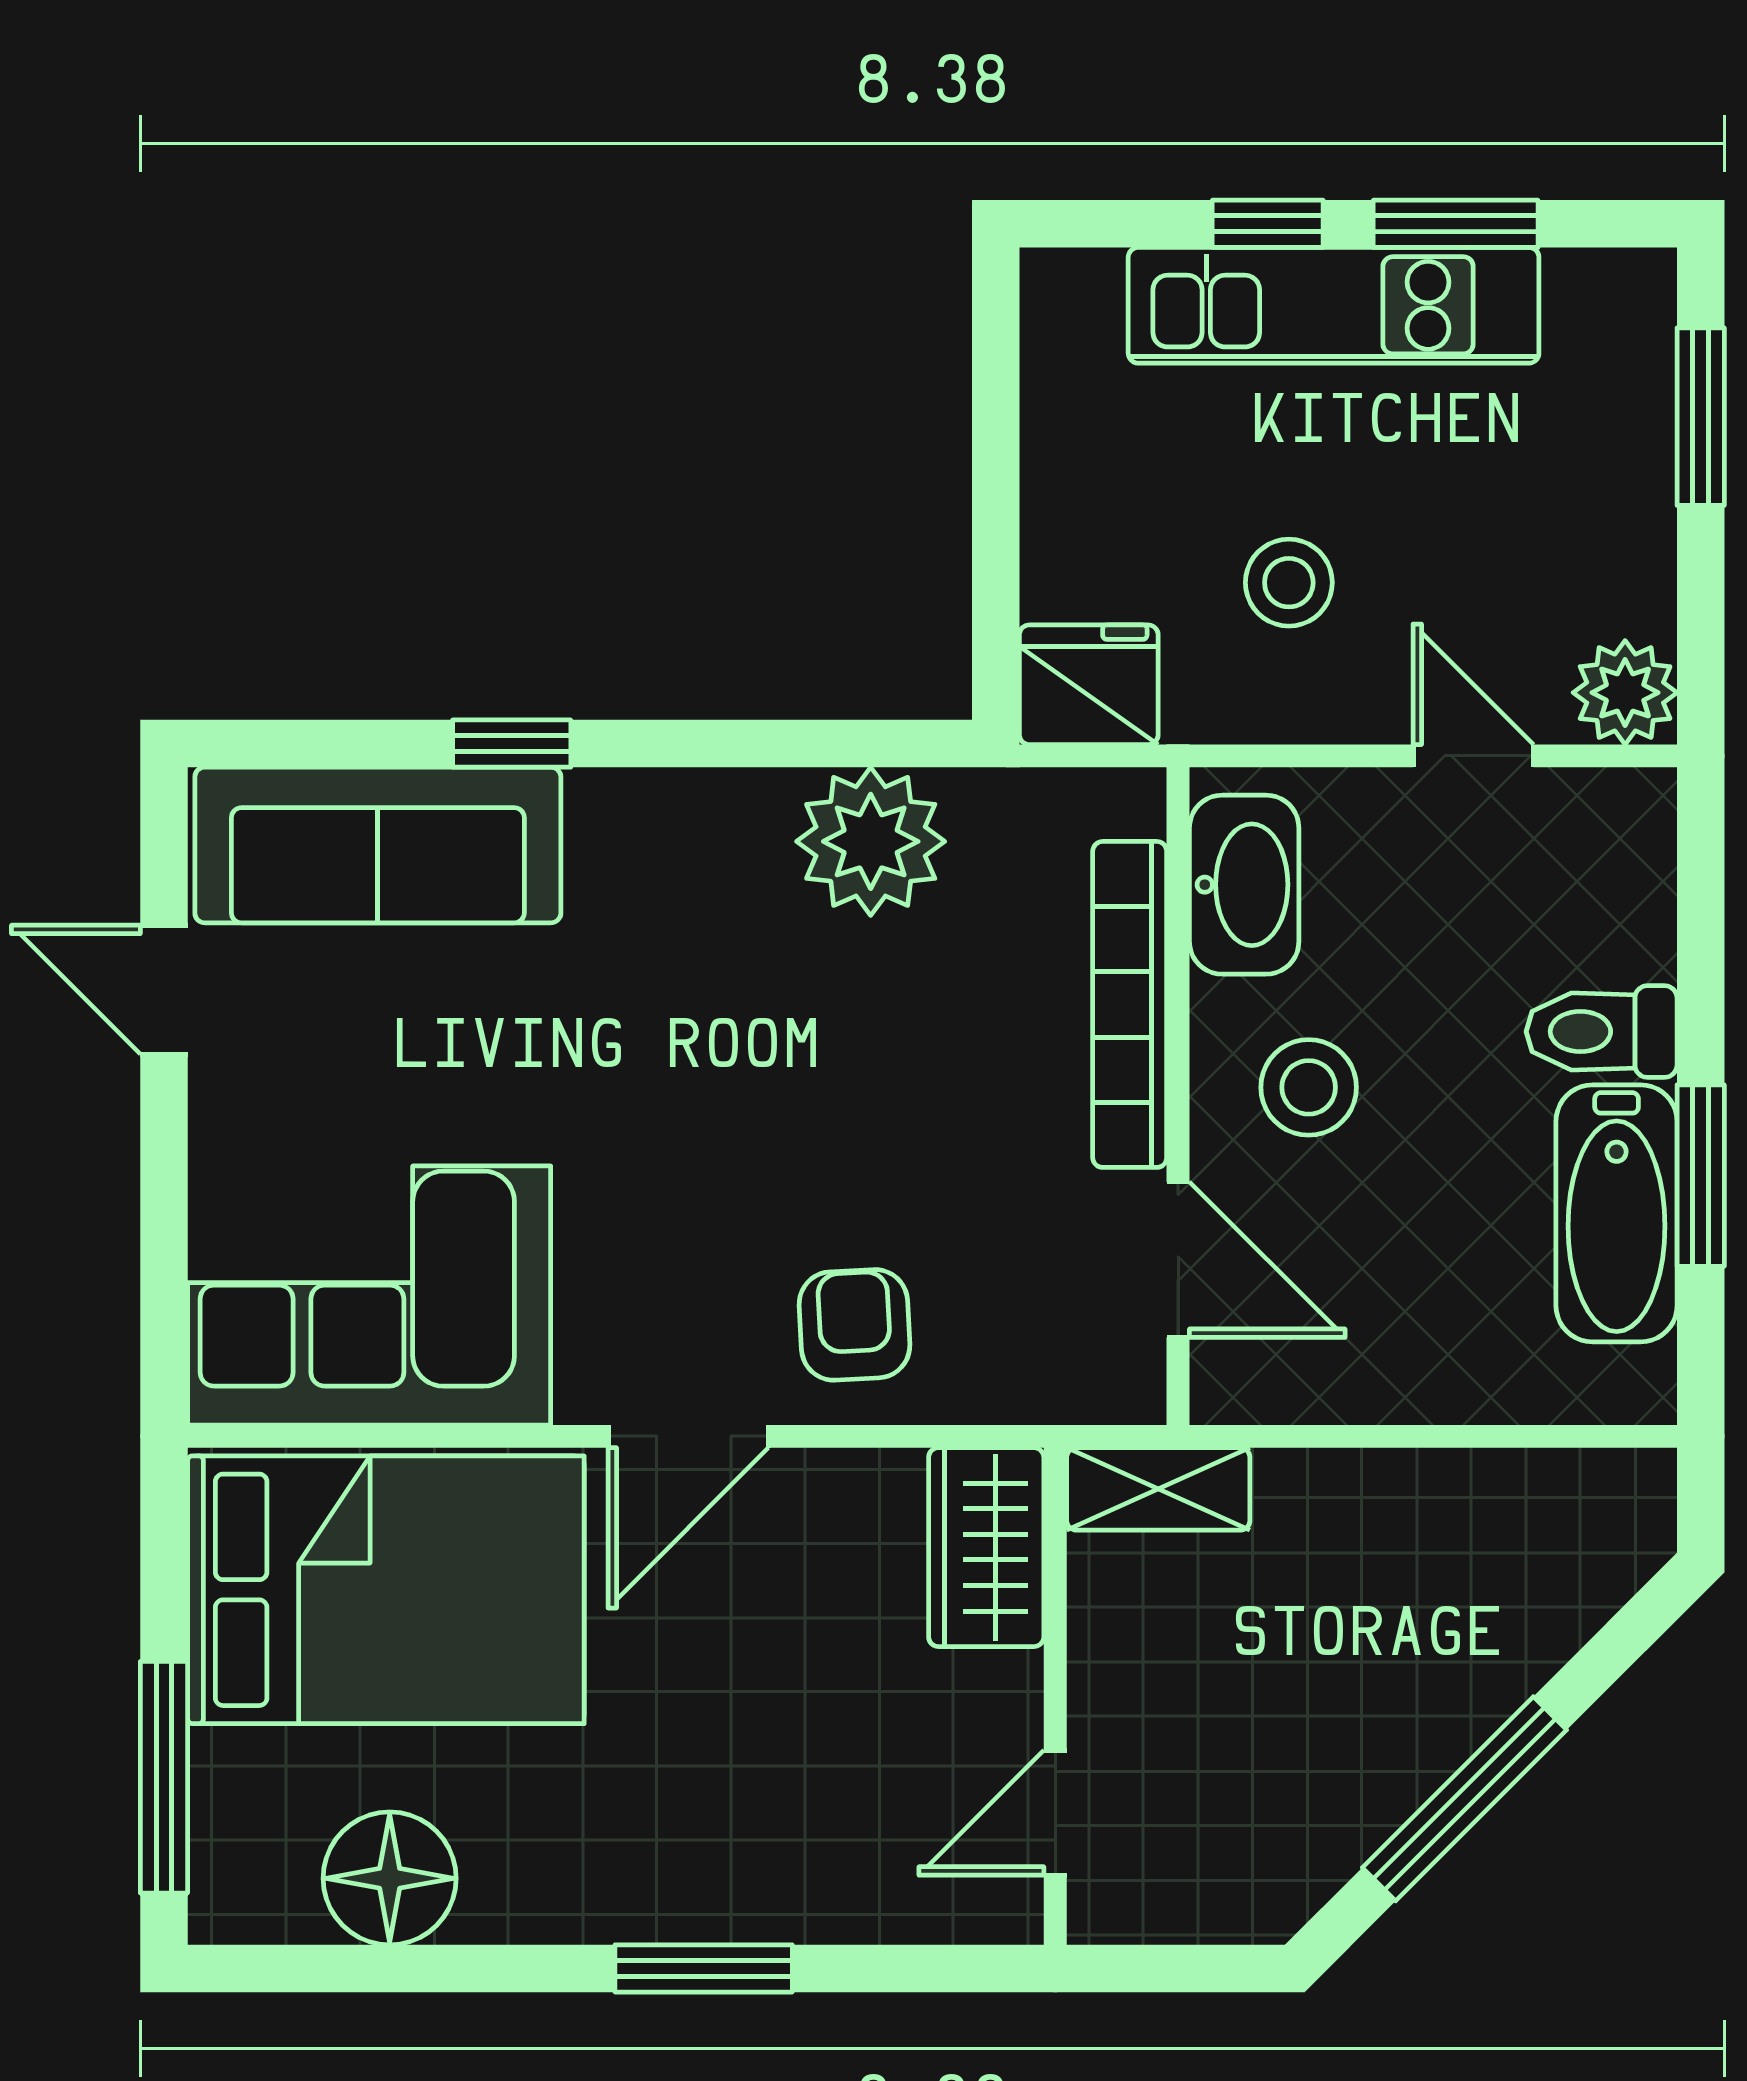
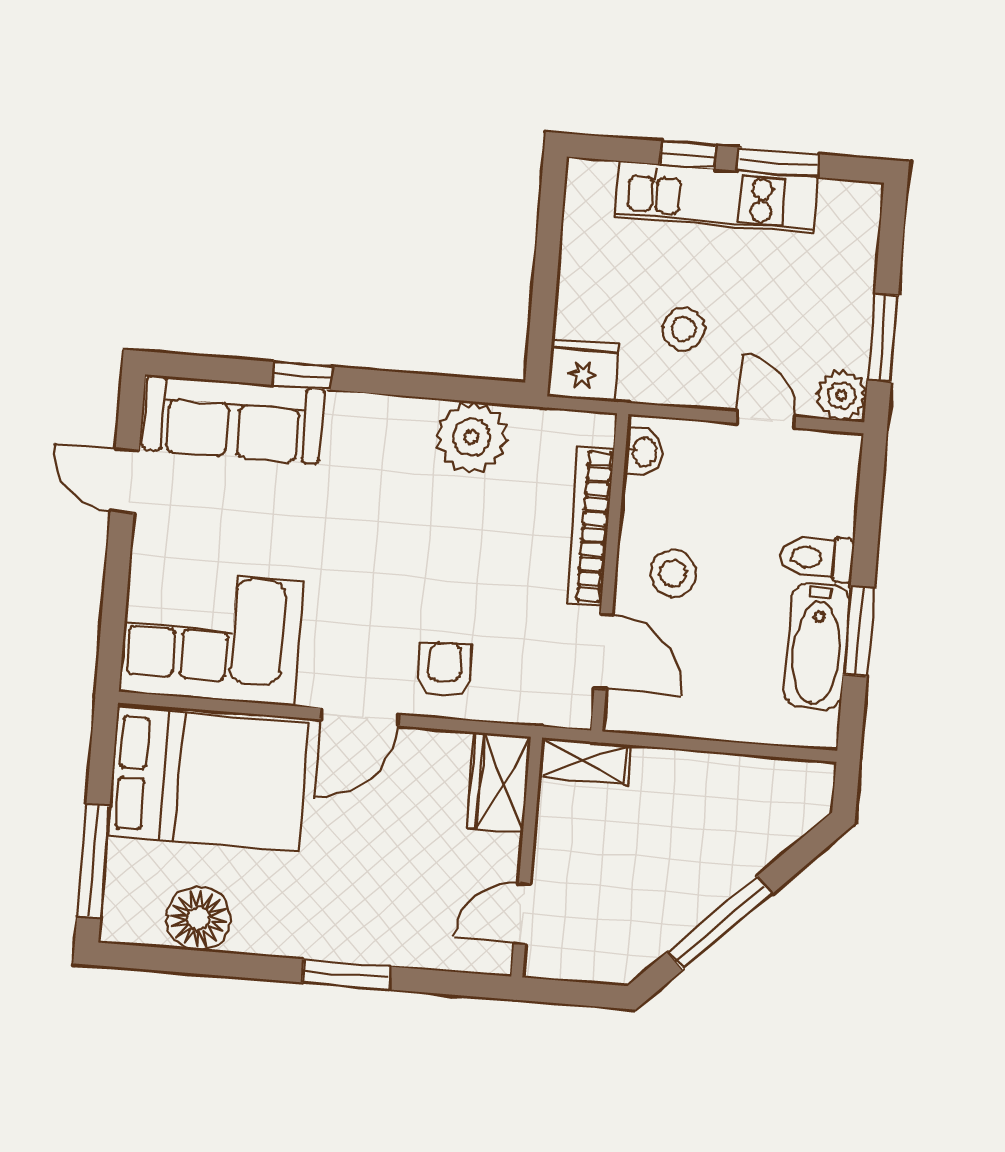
window: (1701, 417) -> (883, 337), moved
washbasin: (1244, 885) -> (644, 452), width x0.52, depth x0.69

